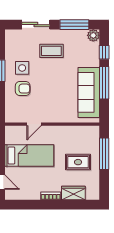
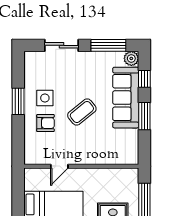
coffee table: (51, 51) -> (82, 112), moved, turned -39
window: (104, 83) -> (144, 116), width x0.69
sofa: (89, 92) -> (126, 98), moved

